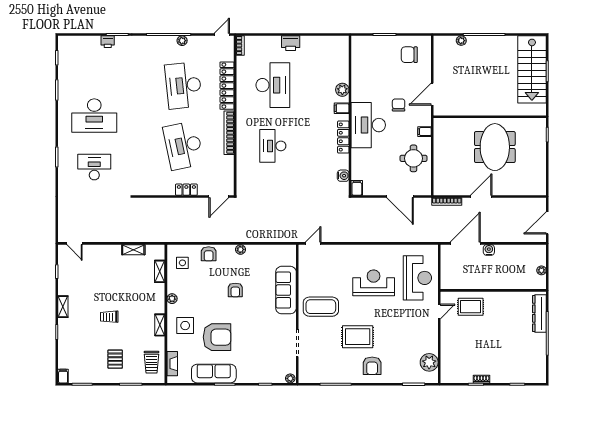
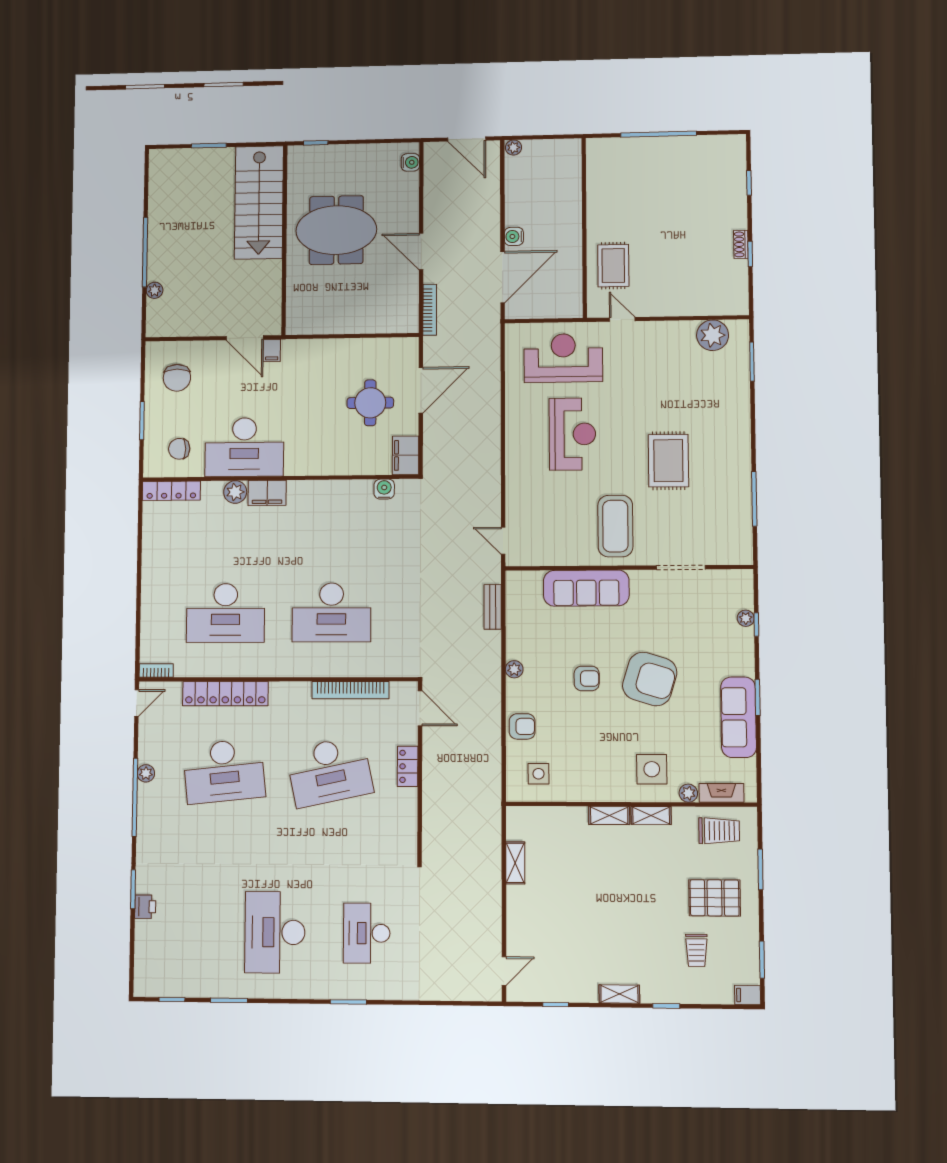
door: (222, 35) -> (137, 703), swing flipped
printer: (291, 43) -> (154, 582), removed
stairs: (532, 69) -> (259, 202), moved, turned 90
desk: (273, 85) -> (226, 613), turned 180
chair: (399, 105) -> (179, 449), moved
filing cabinet: (342, 108) -> (267, 493), width x2.00
desk: (94, 116) -> (275, 932), turned 180
desk: (368, 125) -> (244, 447), moved
filing cabinet: (424, 132) -> (272, 351), moved
bookcase: (229, 133) -> (350, 690), moved
locker: (343, 137) -> (171, 491), moved
desk: (273, 146) -> (331, 612), width x1.36, depth x1.30
round table: (413, 158) -> (370, 403), moved
filing cabinet: (357, 188) -> (406, 455), width x2.00
water cooler: (534, 190) -> (410, 162), added
bench: (276, 237) -> (493, 607), added
door: (465, 243) -> (503, 277), swing flipped
plant: (541, 270) -> (513, 148), moved
shelving: (160, 271) -> (609, 815), moved
reception desk: (374, 283) -> (572, 434), turned 180
plant: (172, 299) -> (688, 793), moved
dresser: (539, 314) -> (624, 148), removed
trolley: (109, 317) -> (696, 950), moved
armchair: (217, 337) -> (650, 679), moved, turned 107
pallet: (115, 359) -> (715, 898), width x1.50, depth x1.42
armchair: (372, 366) -> (720, 435), removed
plant: (290, 378) -> (746, 618), moved

